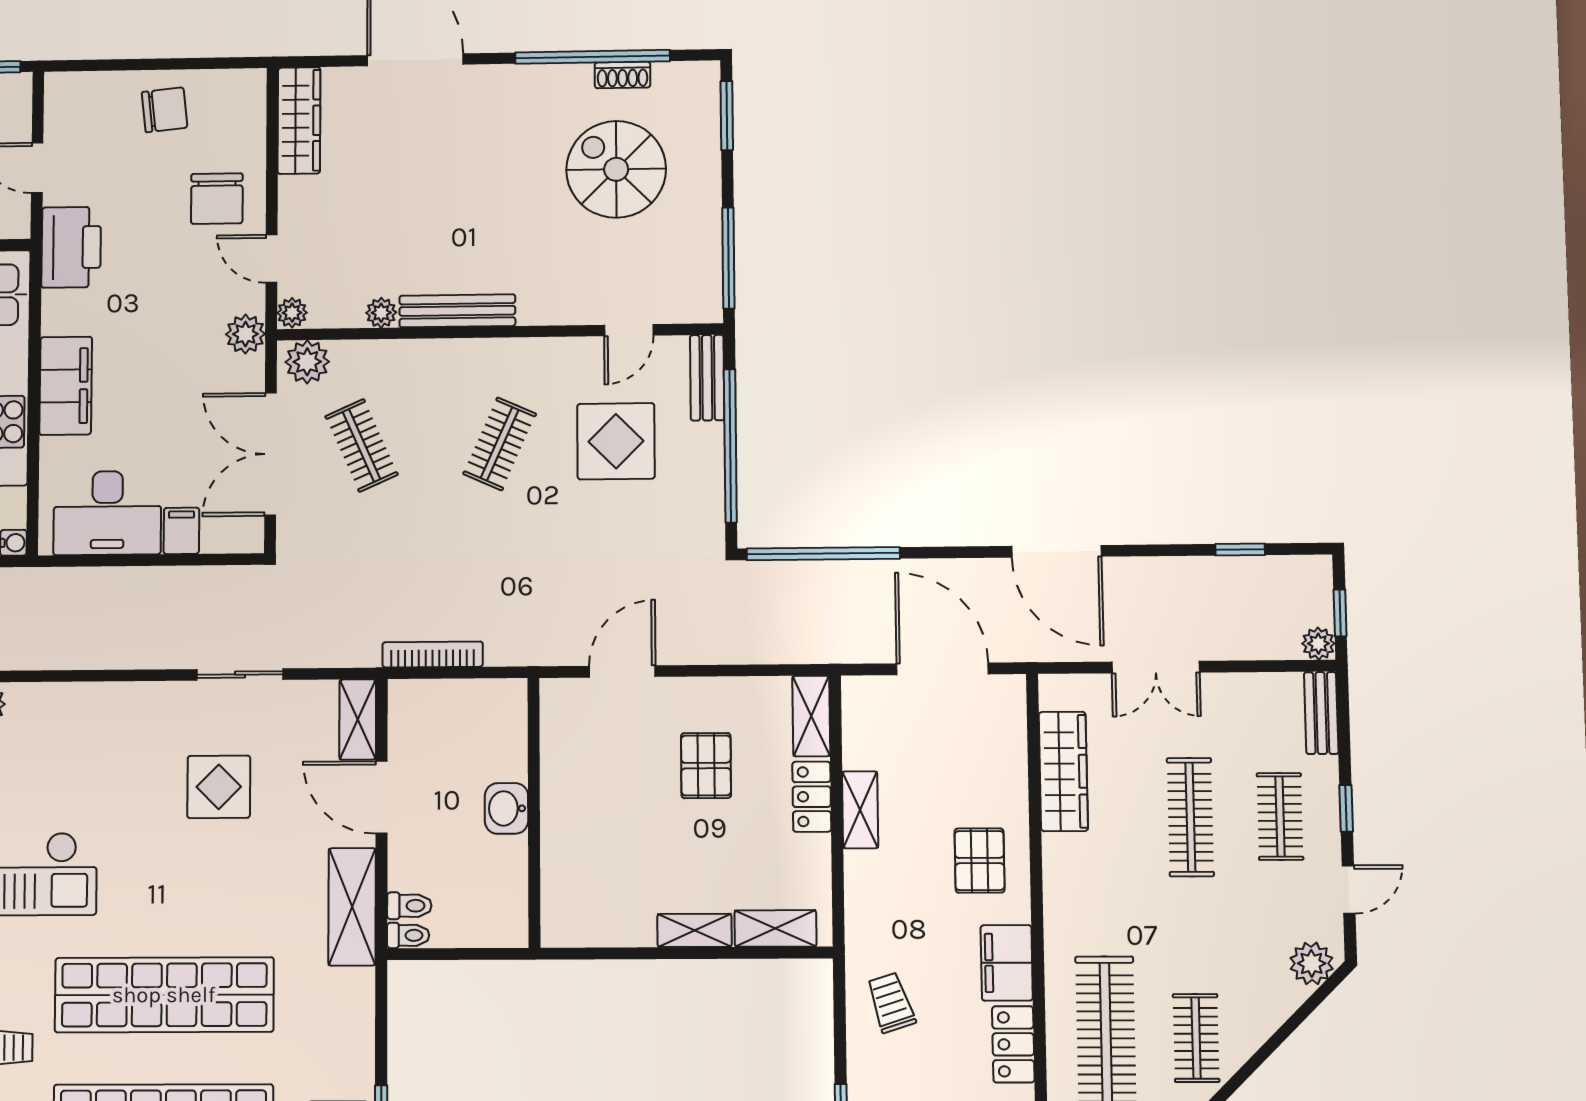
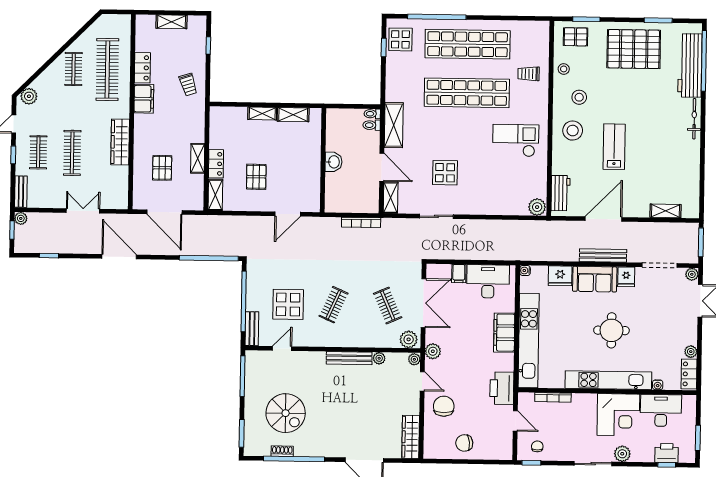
wardrobe: (1063, 771) -> (120, 142), moved
pallet: (980, 861) -> (162, 168), moved
shelving: (775, 928) -> (293, 115), moved

